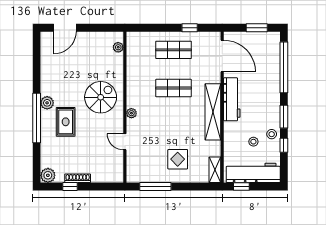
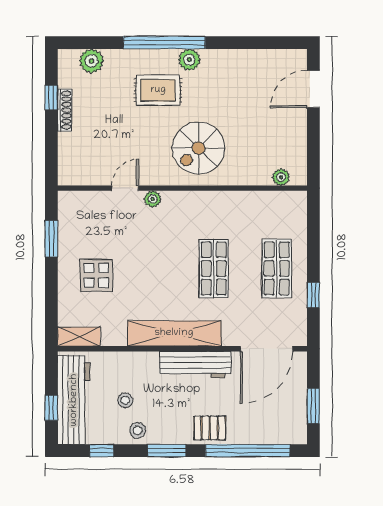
door: (65, 28) -> (313, 89), hinge flipped
pallet: (270, 90) -> (210, 428), added
spiral stairs: (101, 97) -> (199, 148), turned 90
plant: (131, 113) -> (153, 199), moved
window: (284, 145) -> (102, 451), moved
plant: (48, 175) -> (91, 61), moved
window: (155, 186) -> (51, 239), width x0.69
window: (241, 186) -> (51, 408), moved

